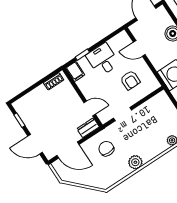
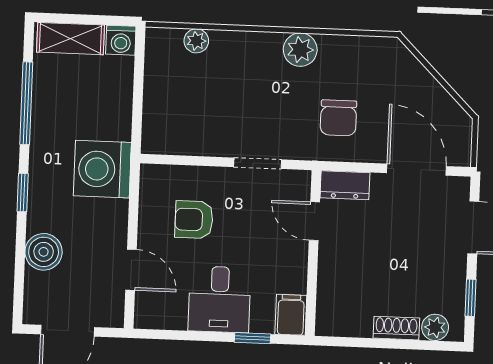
armchair: (130, 80) -> (194, 220), turned -90
shoe rack: (54, 81) -> (396, 328), moved
plant: (24, 102) -> (435, 327), added

